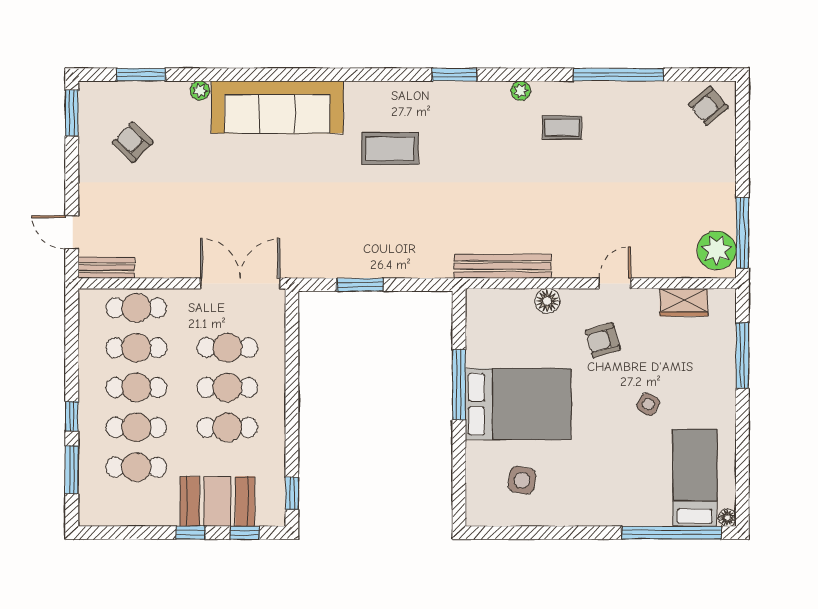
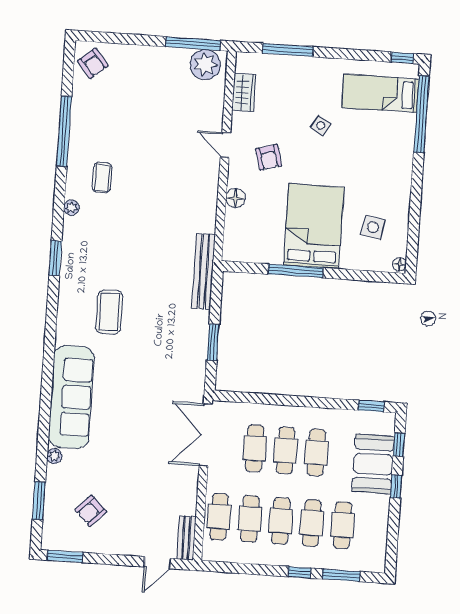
bench: (503, 266) -> (204, 271), moved
window: (742, 503) -> (402, 58), added
floor lamp: (727, 518) -> (399, 264), moved

